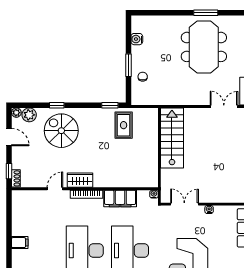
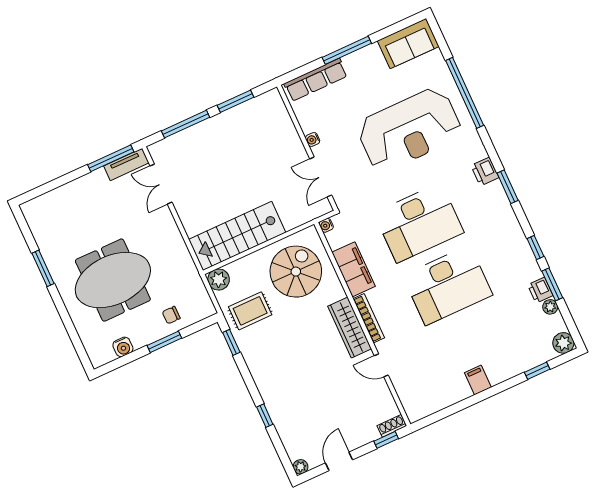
meeting table: (204, 47) -> (113, 280), moved
plant: (29, 115) -> (219, 279), moved
spiral stairs: (61, 131) -> (296, 272), moved, turned 180
wardrobe: (80, 180) -> (350, 328), width x1.50

